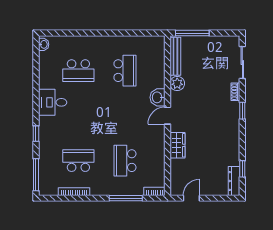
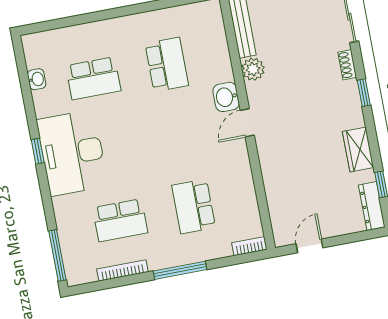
washbasin: (44, 44) -> (37, 79), moved
desk: (53, 102) -> (72, 153), width x1.87, depth x1.30
window: (36, 134) -> (38, 151), moved
wardrobe: (178, 145) -> (358, 150), moved, turned 180
school desk: (78, 161) -> (120, 220), turned 180
window: (126, 198) -> (180, 270), moved

